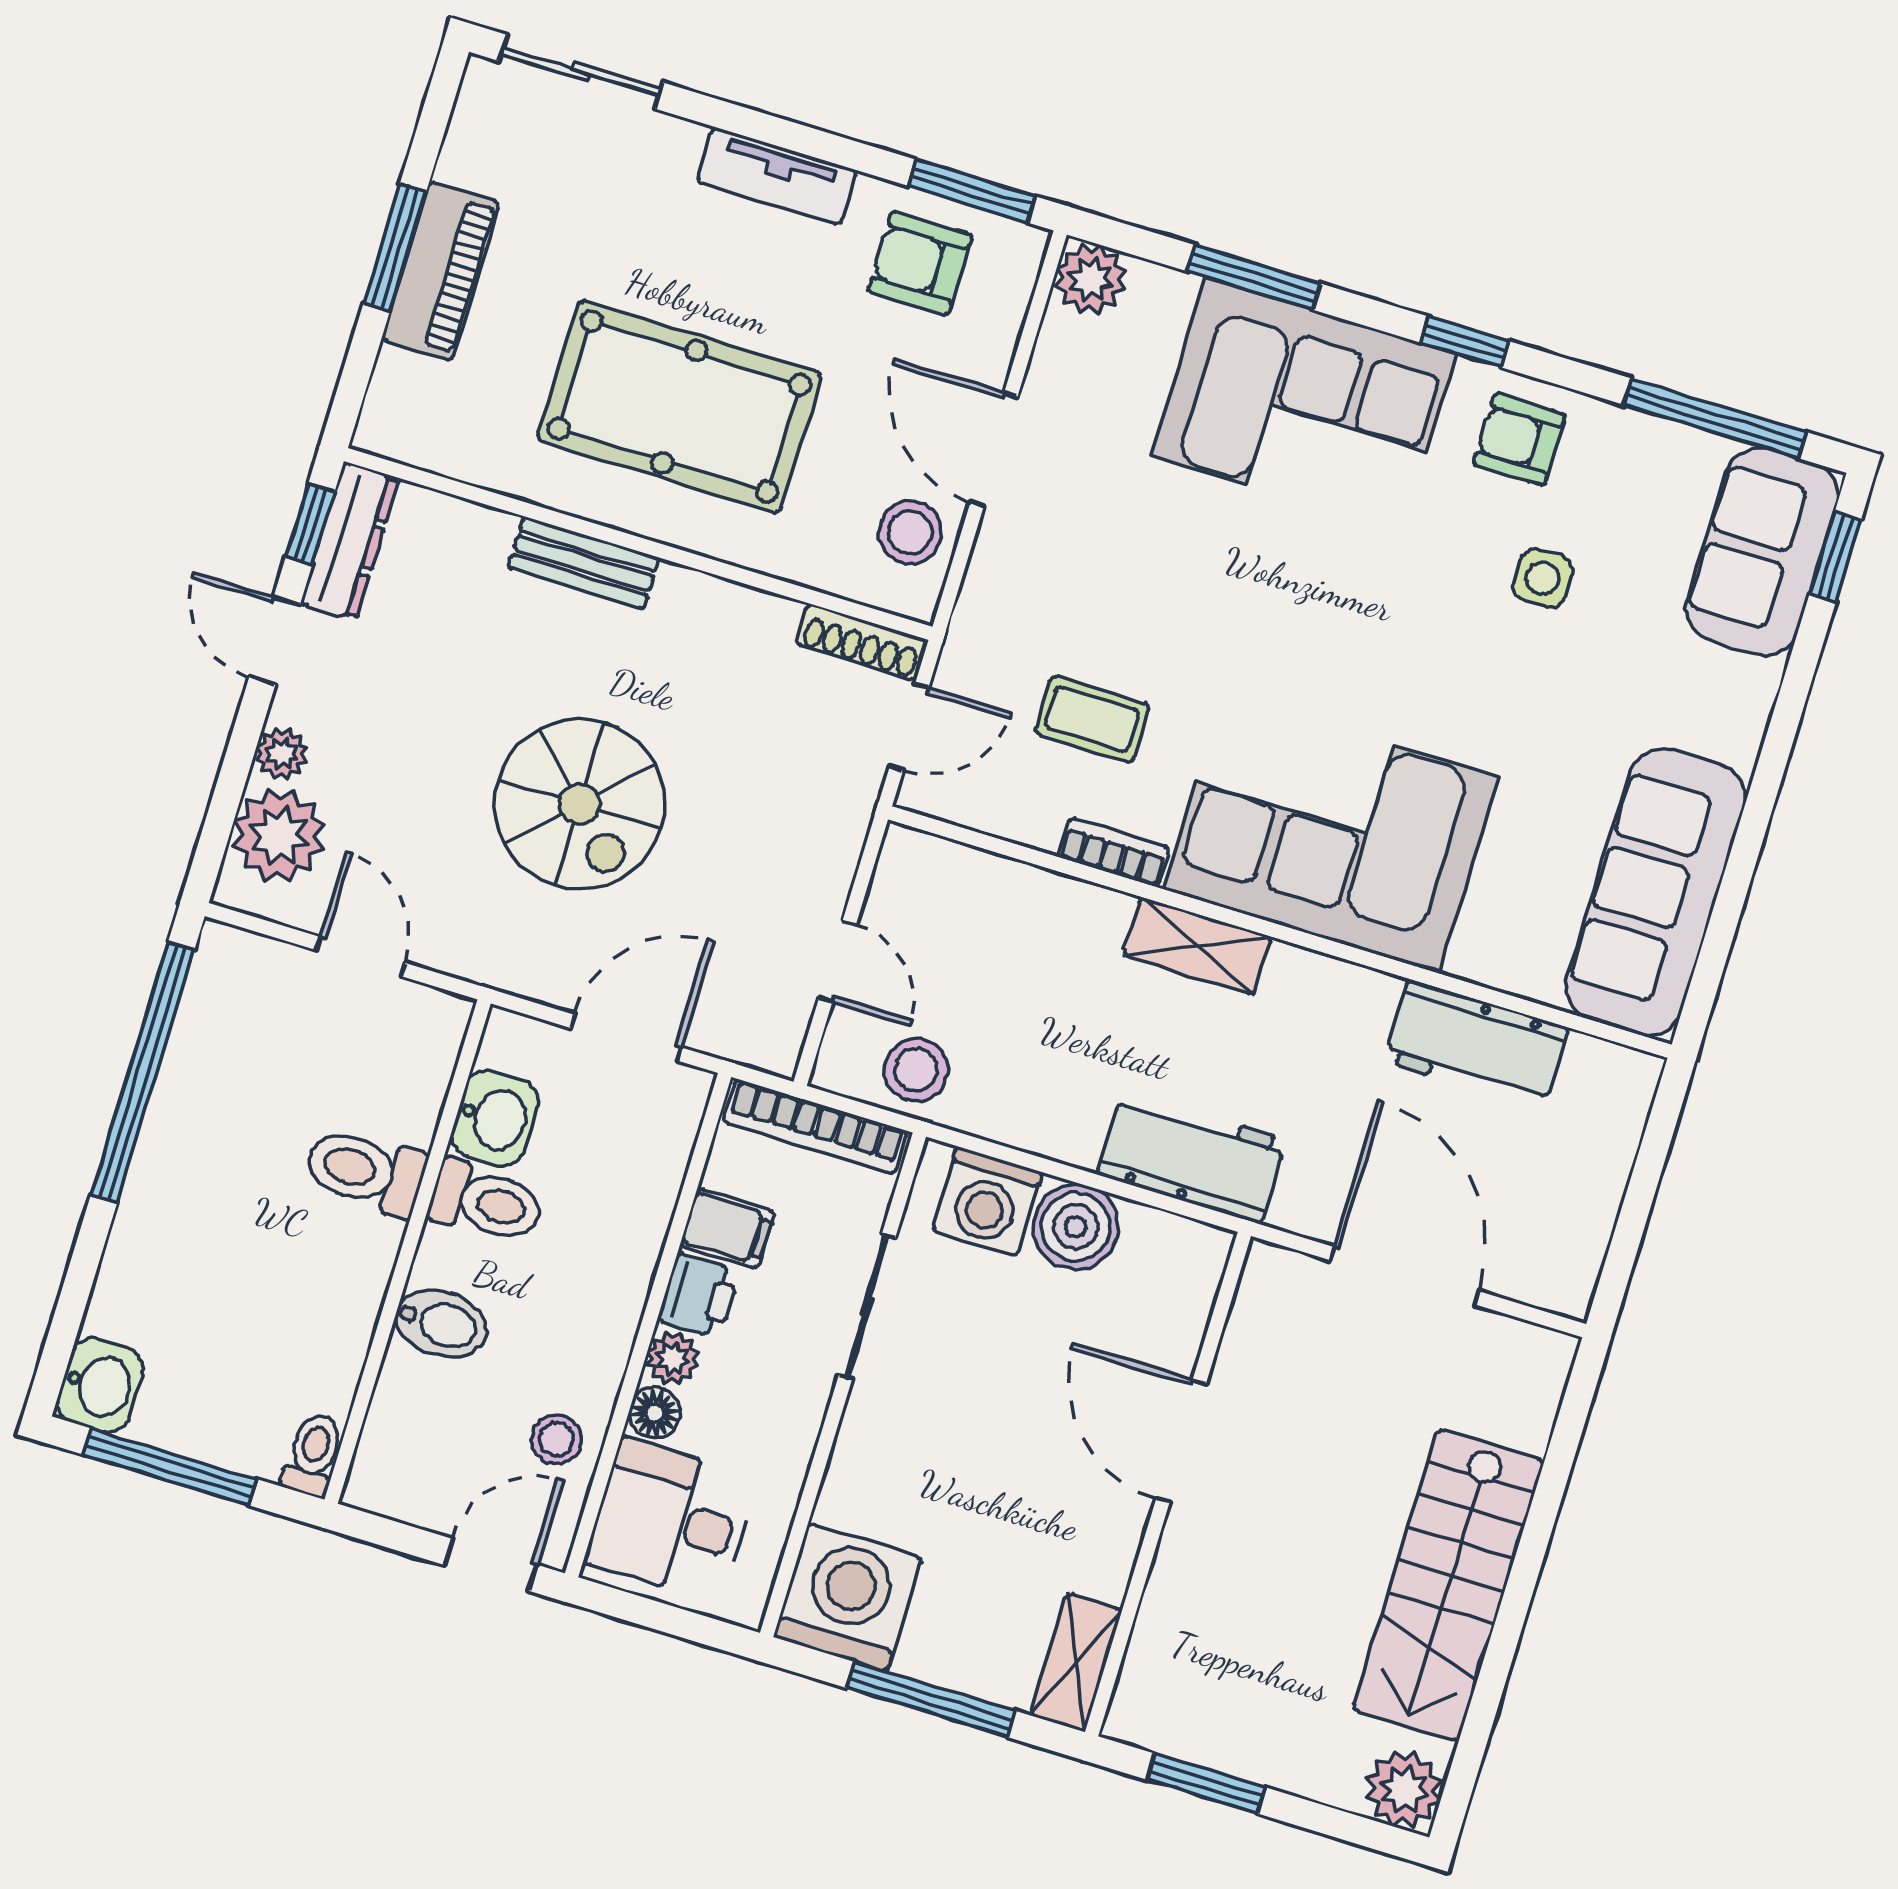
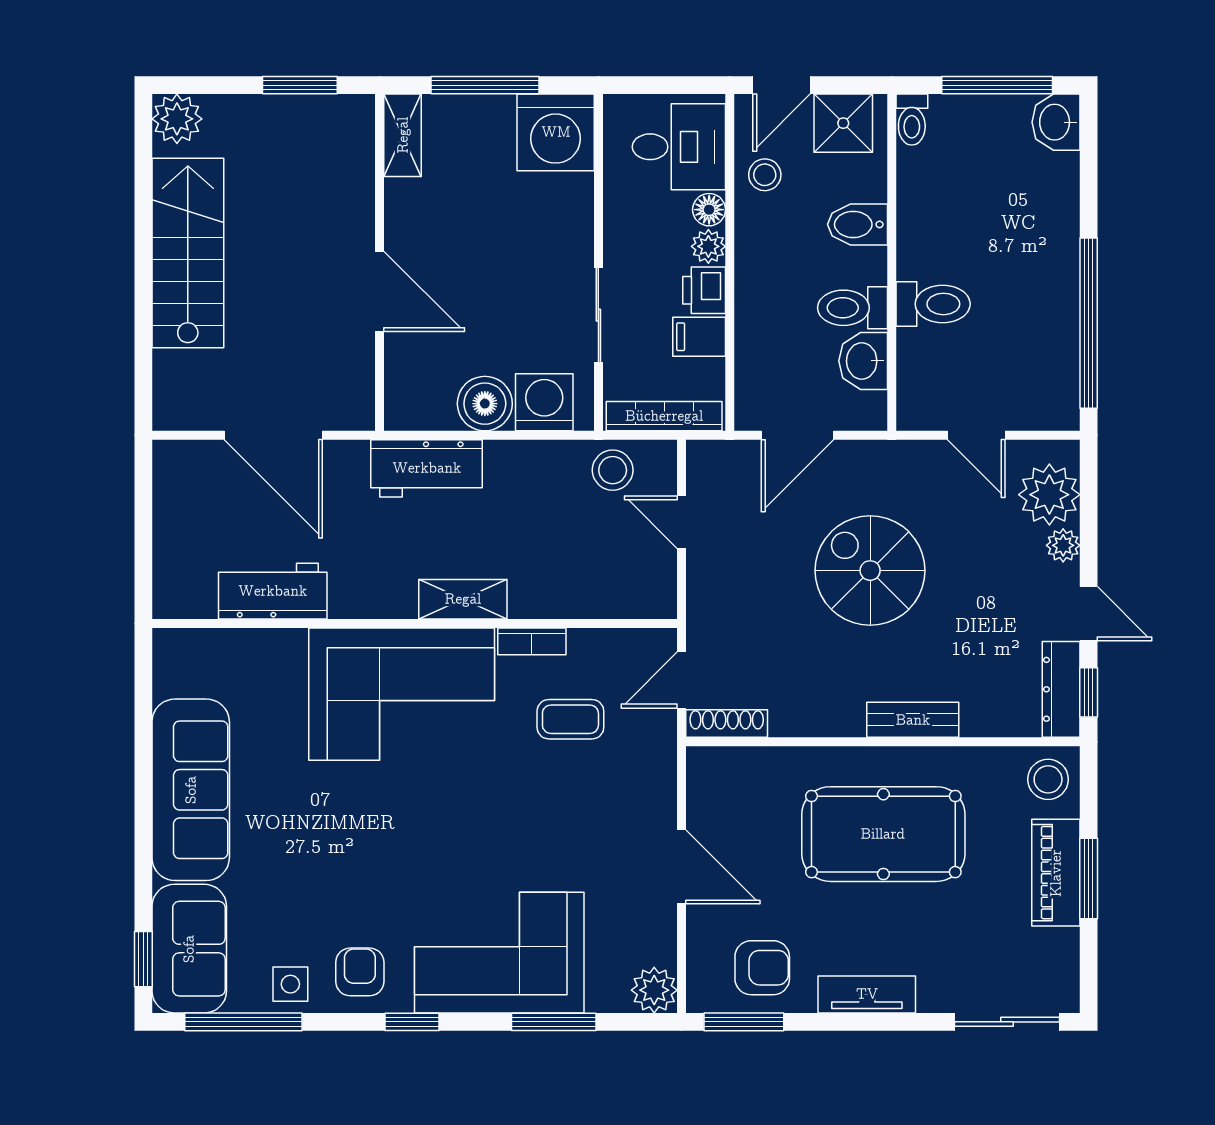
armchair: (1519, 440) -> (360, 972), turned -90
stool: (910, 532) -> (1048, 779), moved
side table: (1543, 578) -> (290, 984), moved
sofa: (1656, 892) -> (191, 790), moved
shower: (416, 1480) -> (843, 123), added

